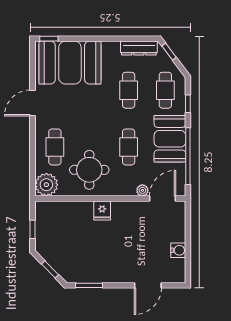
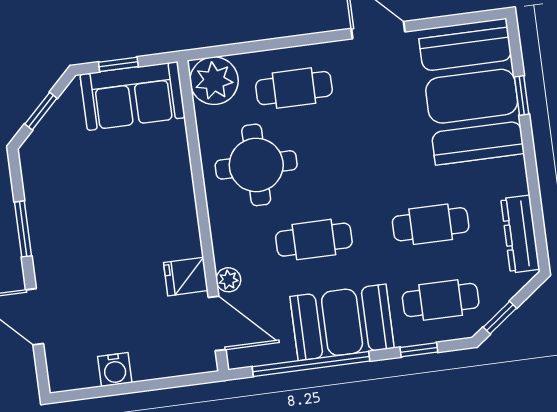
window: (49, 39) -> (522, 96), moved
window: (169, 52) -> (500, 318), moved
fridge: (102, 211) -> (186, 277), moved
sofa: (49, 225) -> (133, 96), added
window: (89, 285) -> (23, 229), moved

